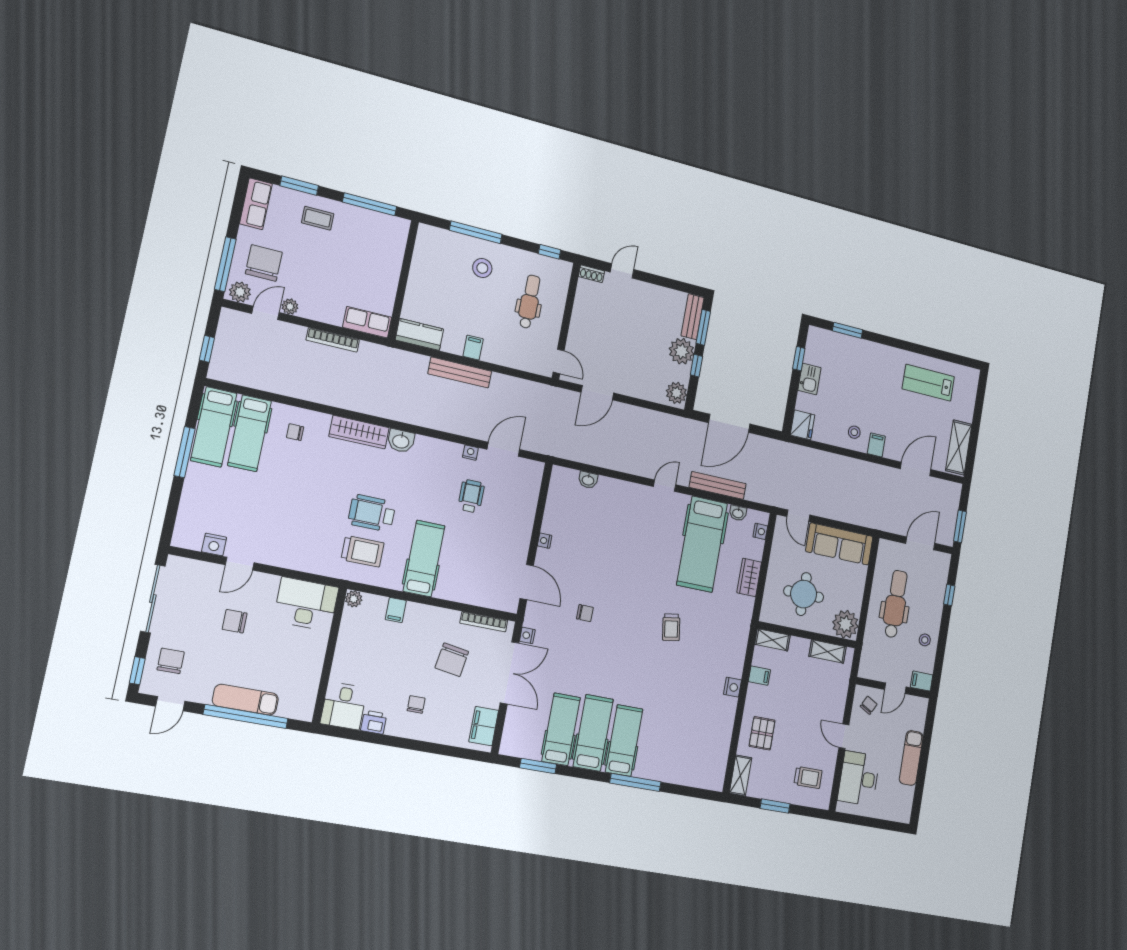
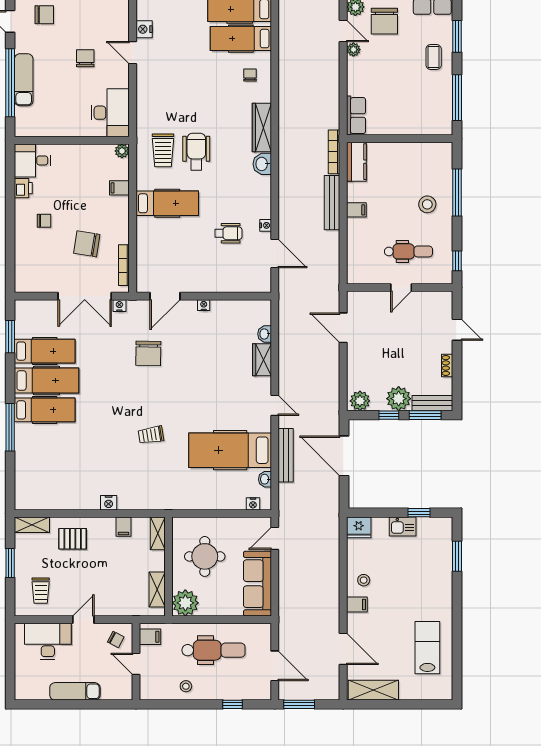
chair: (264, 263) -> (384, 21), turned 90
shoe rack: (591, 274) -> (447, 365), moved
bookcase: (333, 340) -> (334, 152), moved
door: (559, 361) -> (401, 288), moved
wardrobe: (749, 577) -> (262, 360), moved, turned -90
chair: (585, 613) -> (148, 353), width x1.87, depth x1.87
filing cabinet: (922, 681) -> (150, 637), moved, turned 90
filing cabinet: (484, 726) -> (36, 282), removed

